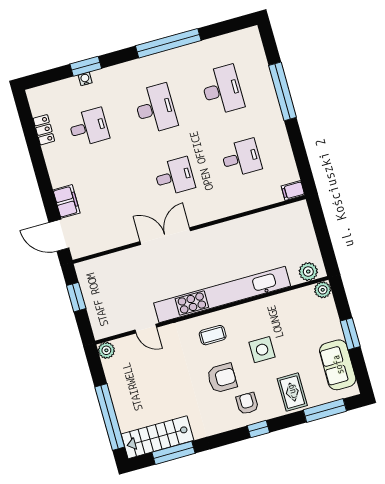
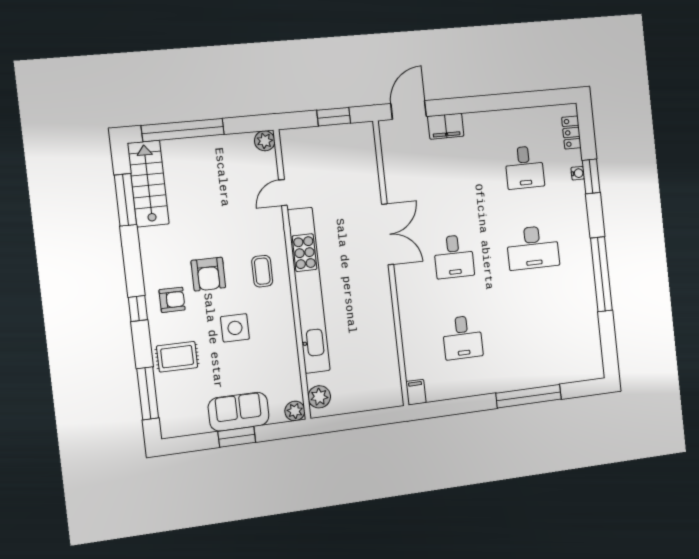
desk: (222, 90) -> (541, 327), removed
locker: (44, 130) -> (571, 133), moved, turned 90
sofa: (338, 365) -> (239, 412), moved

